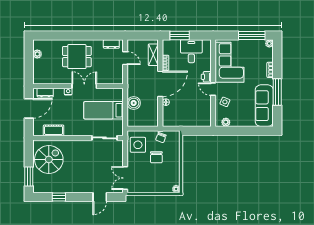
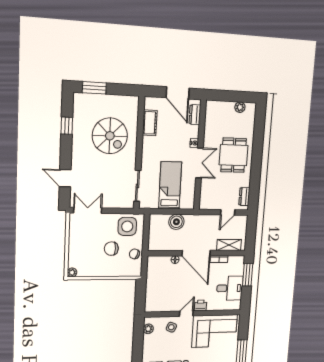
spiral stairs: (49, 159) -> (110, 136), moved

